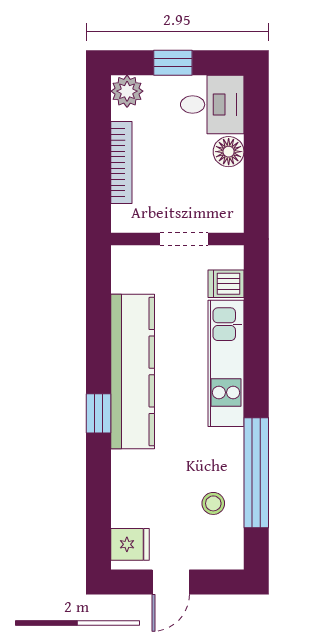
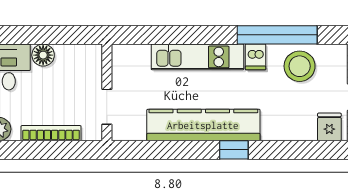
doorway: (184, 239) -> (107, 107), moved
dishwasher: (226, 284) -> (256, 57), moved
stool: (213, 503) -> (300, 66), width x1.89, depth x1.89

